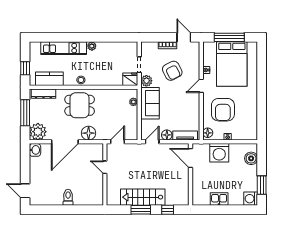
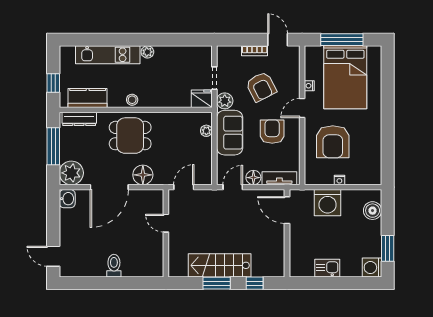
armchair: (180, 102) -> (272, 132), added
floor lamp: (208, 133) -> (311, 174), removed

